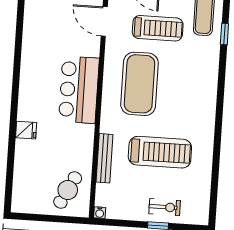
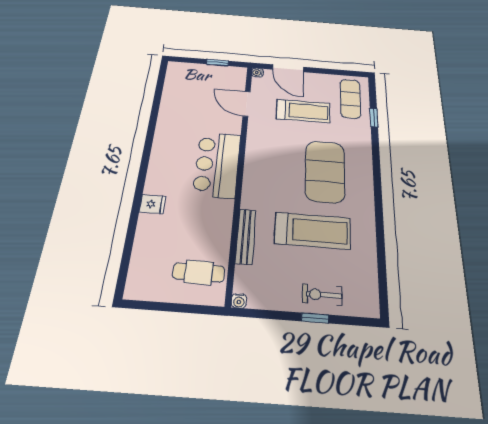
exercise mat: (140, 84) -> (325, 171), moved
cafe table: (68, 190) -> (199, 272), turned 63
exercise bike: (165, 207) -> (322, 295), turned 180

